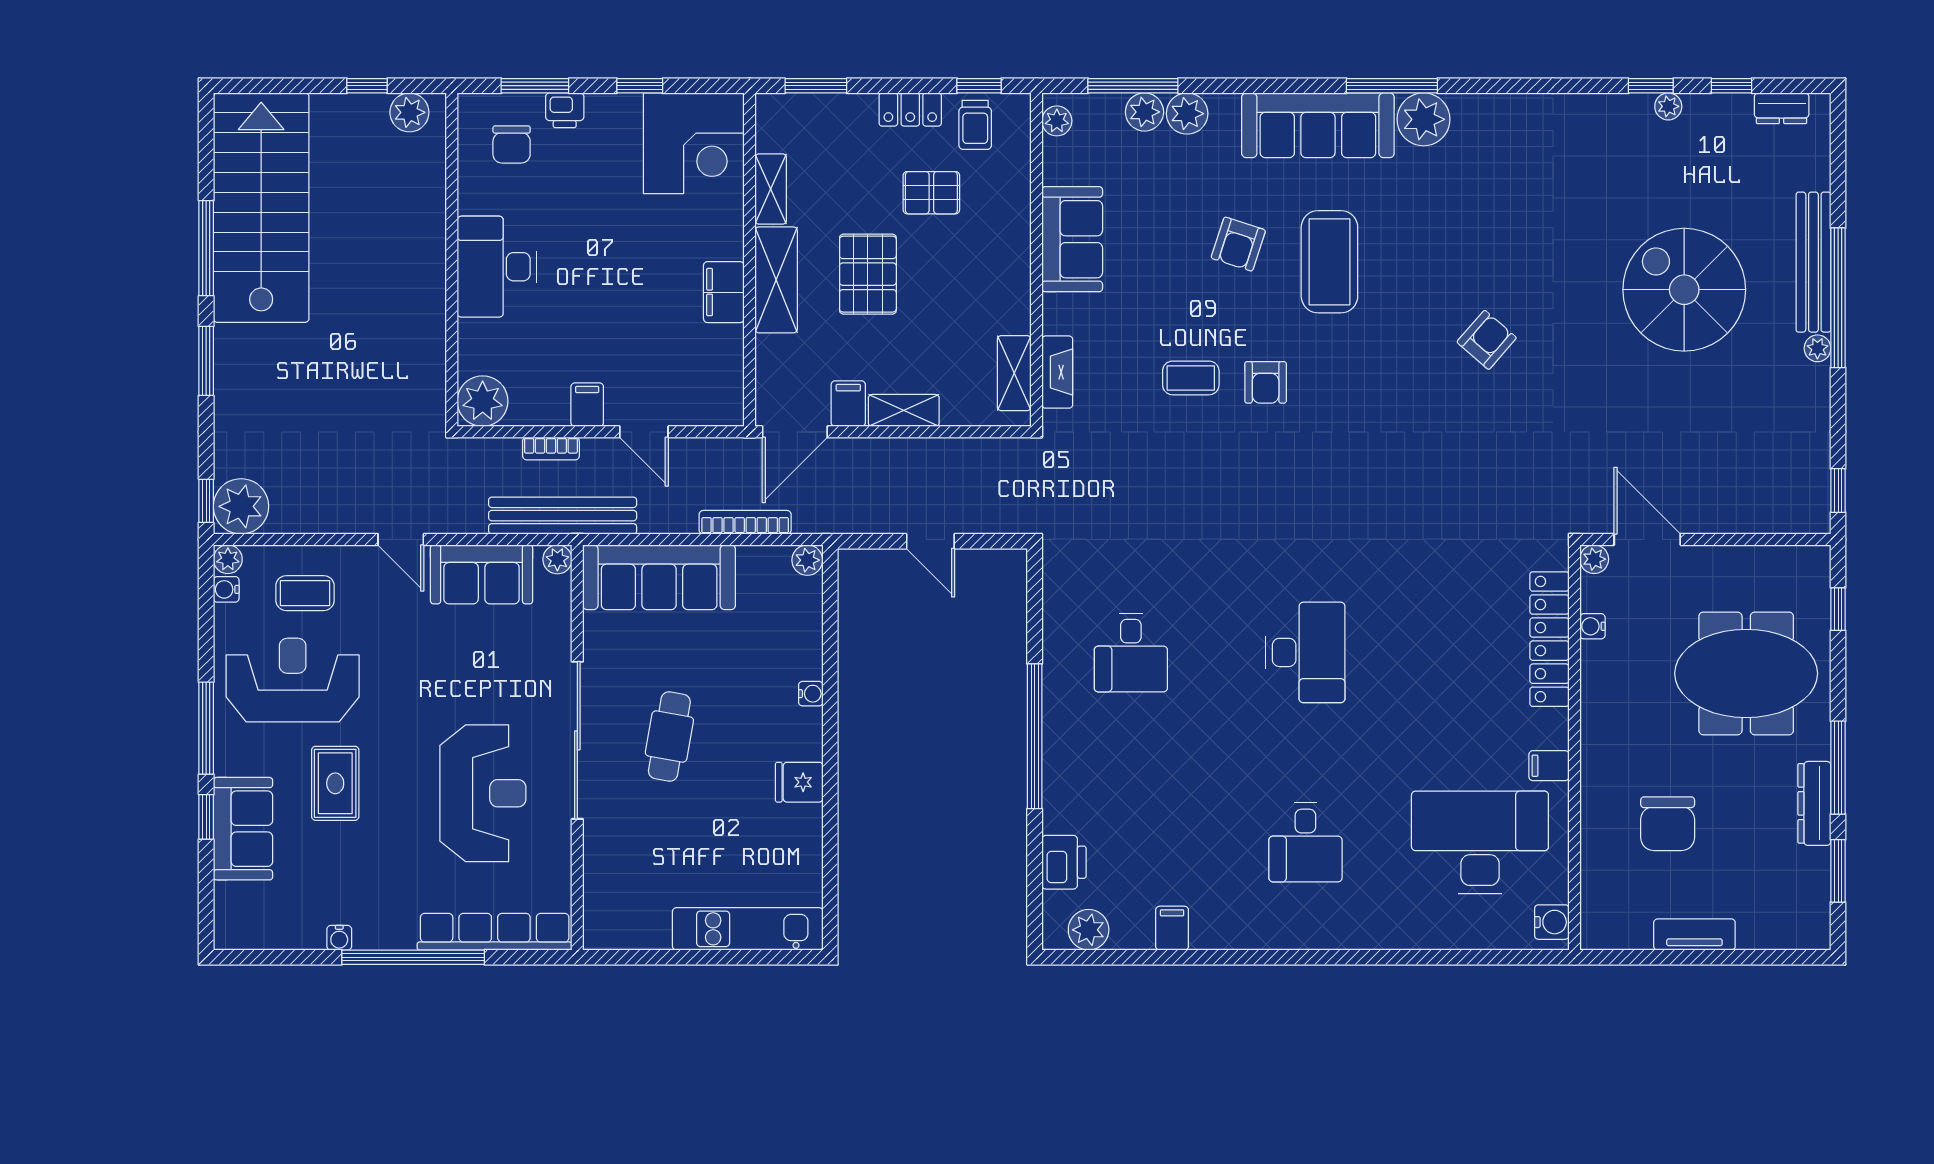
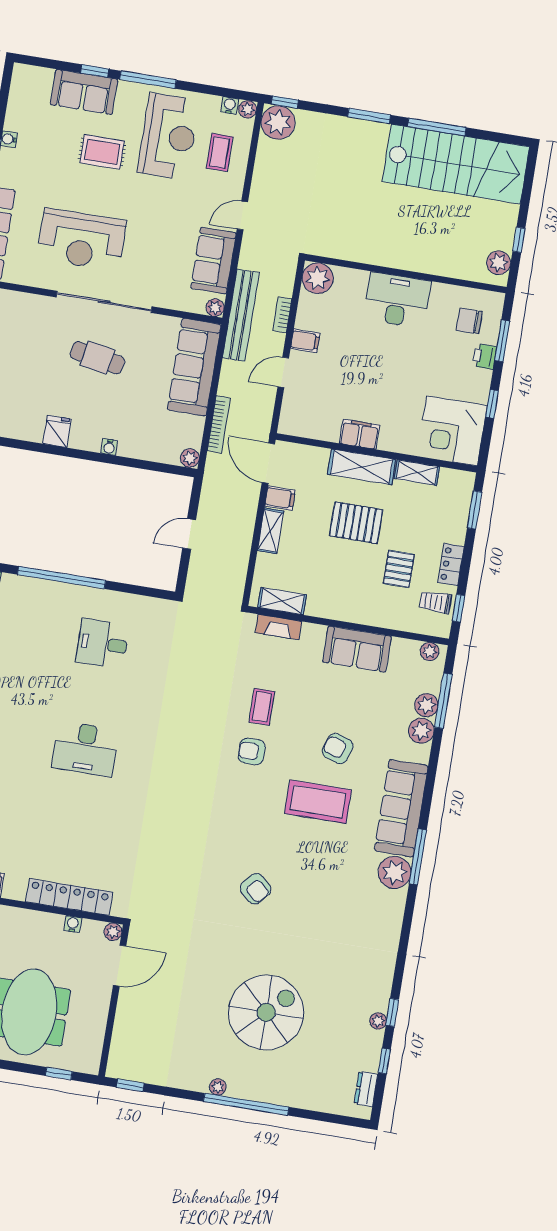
bench: (1813, 262) -> (270, 1093), removed

